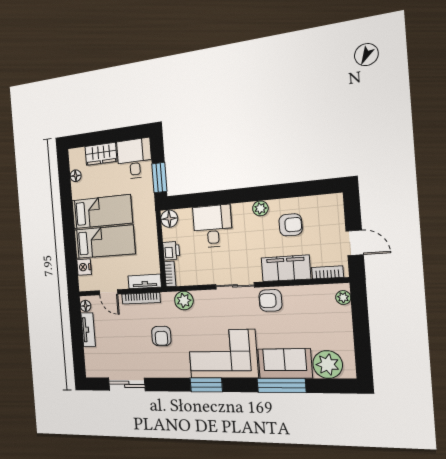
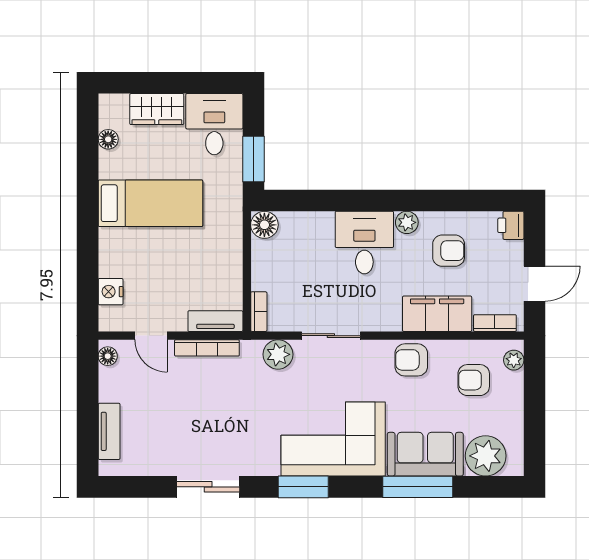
desk: (213, 226) -> (364, 243), moved
bed: (104, 242) -> (151, 252), removed
door: (355, 243) -> (534, 284), hinge flipped
printer: (171, 251) -> (511, 225), moved, turned 180
sliding door: (235, 286) -> (331, 336), moved
tv unit: (88, 330) -> (109, 431), moved
armchair: (161, 336) -> (474, 380), moved, turned 90
sliding door: (127, 384) -> (208, 487), moved

